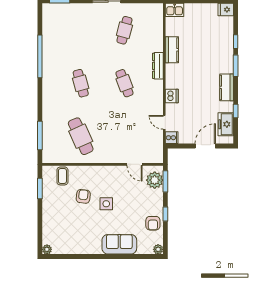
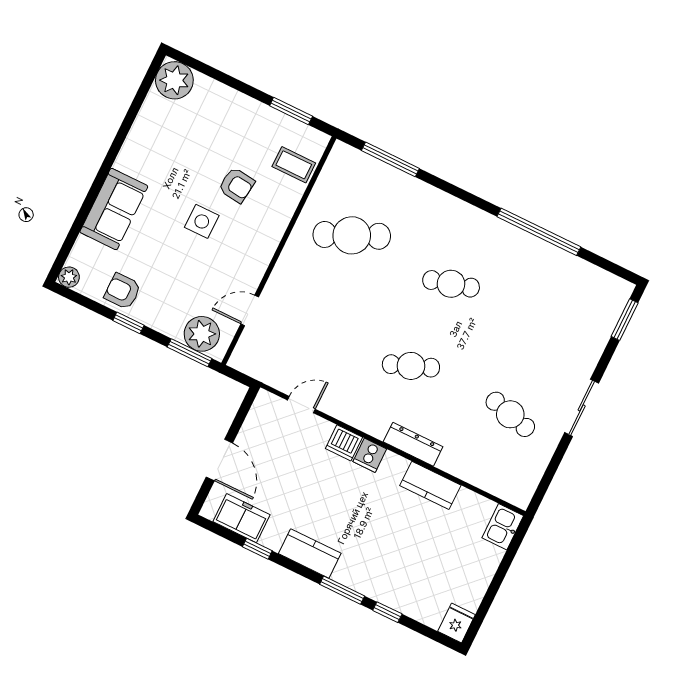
cooker: (172, 138) -> (370, 455), moved
plant: (47, 249) -> (174, 80), width x1.88, depth x1.88

